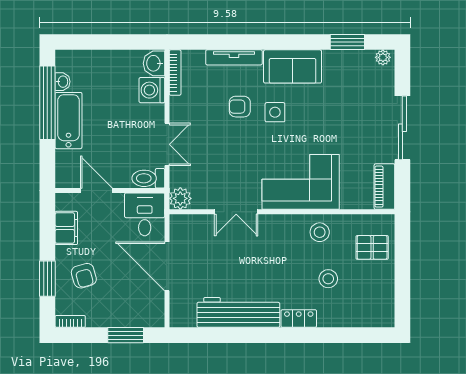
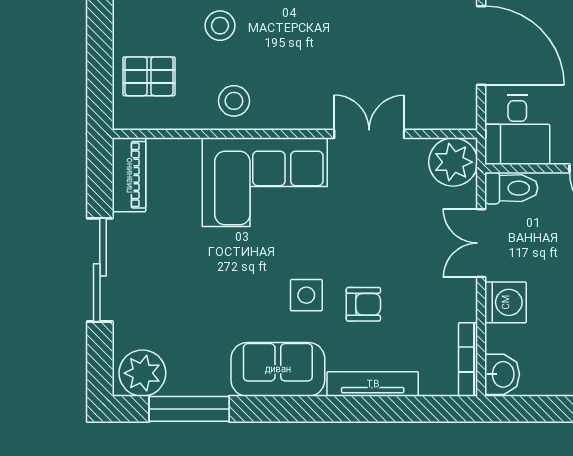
window: (347, 42) -> (189, 409), width x1.44
plant: (383, 57) -> (142, 373), width x1.88, depth x1.88
washing machine: (152, 90) -> (506, 302), moved
plant: (180, 198) -> (453, 162), width x1.36, depth x1.36

